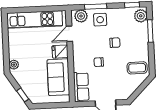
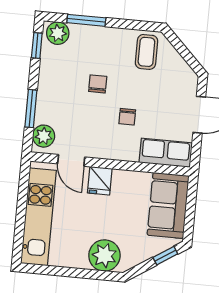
side table: (100, 20) -> (54, 104), removed
plant: (14, 65) -> (104, 255), width x1.88, depth x1.88
sofa: (58, 77) -> (168, 205), moved, turned 90

